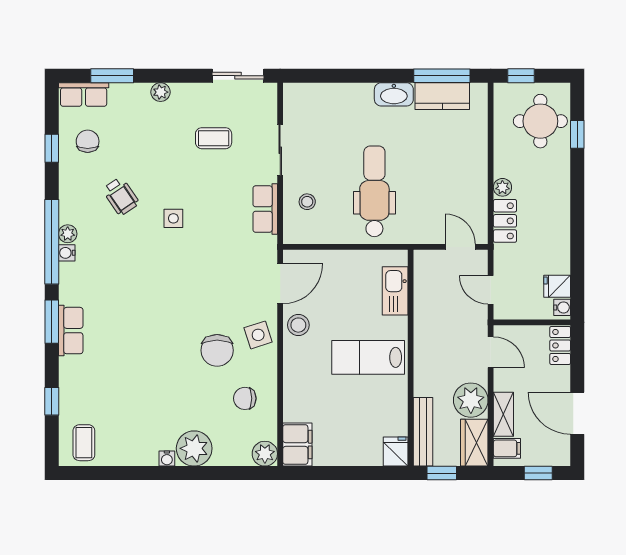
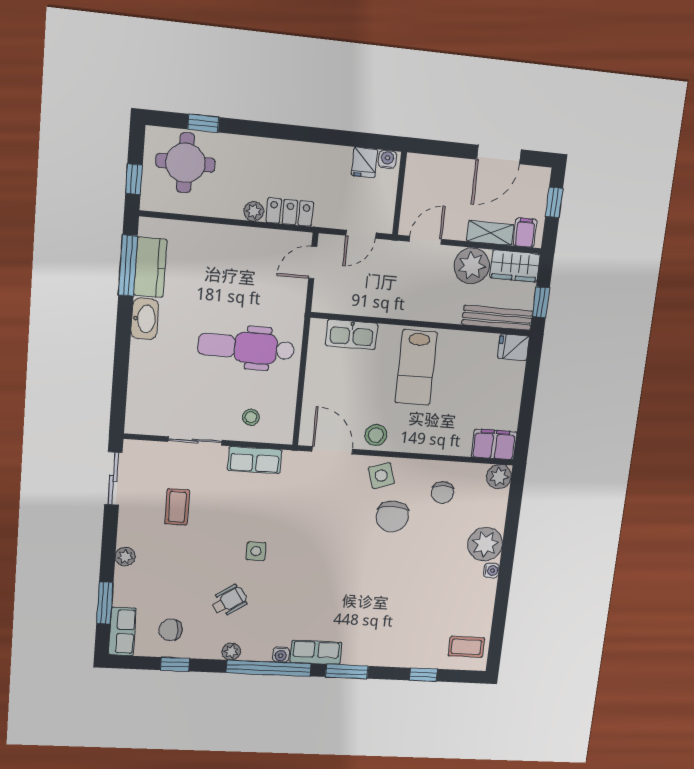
plant: (68, 234) -> (231, 652), moved
row of seats: (71, 331) -> (316, 652), moved
locker: (560, 345) -> (427, 166), removed
chair: (217, 350) -> (392, 516), turned 90

